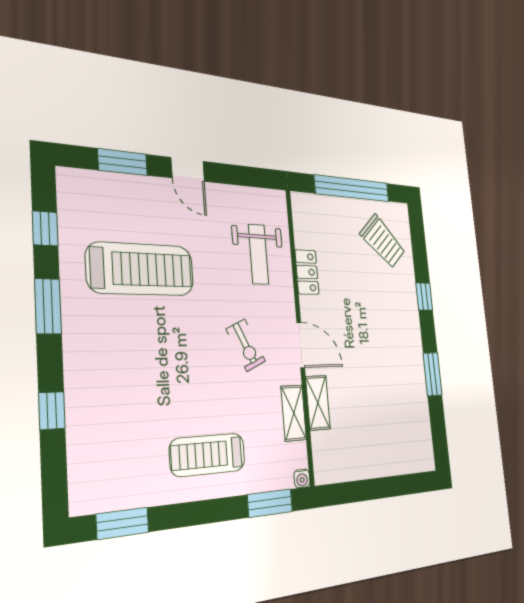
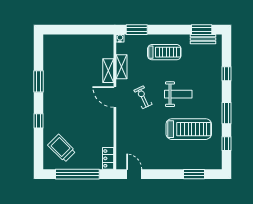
door: (188, 169) -> (134, 174), moved
weight bench: (258, 254) -> (178, 94), moved, turned 90
treadmill: (141, 269) -> (189, 129), turned 180
locker: (307, 272) -> (108, 158), moved
bench: (118, 498) -> (203, 39), added

